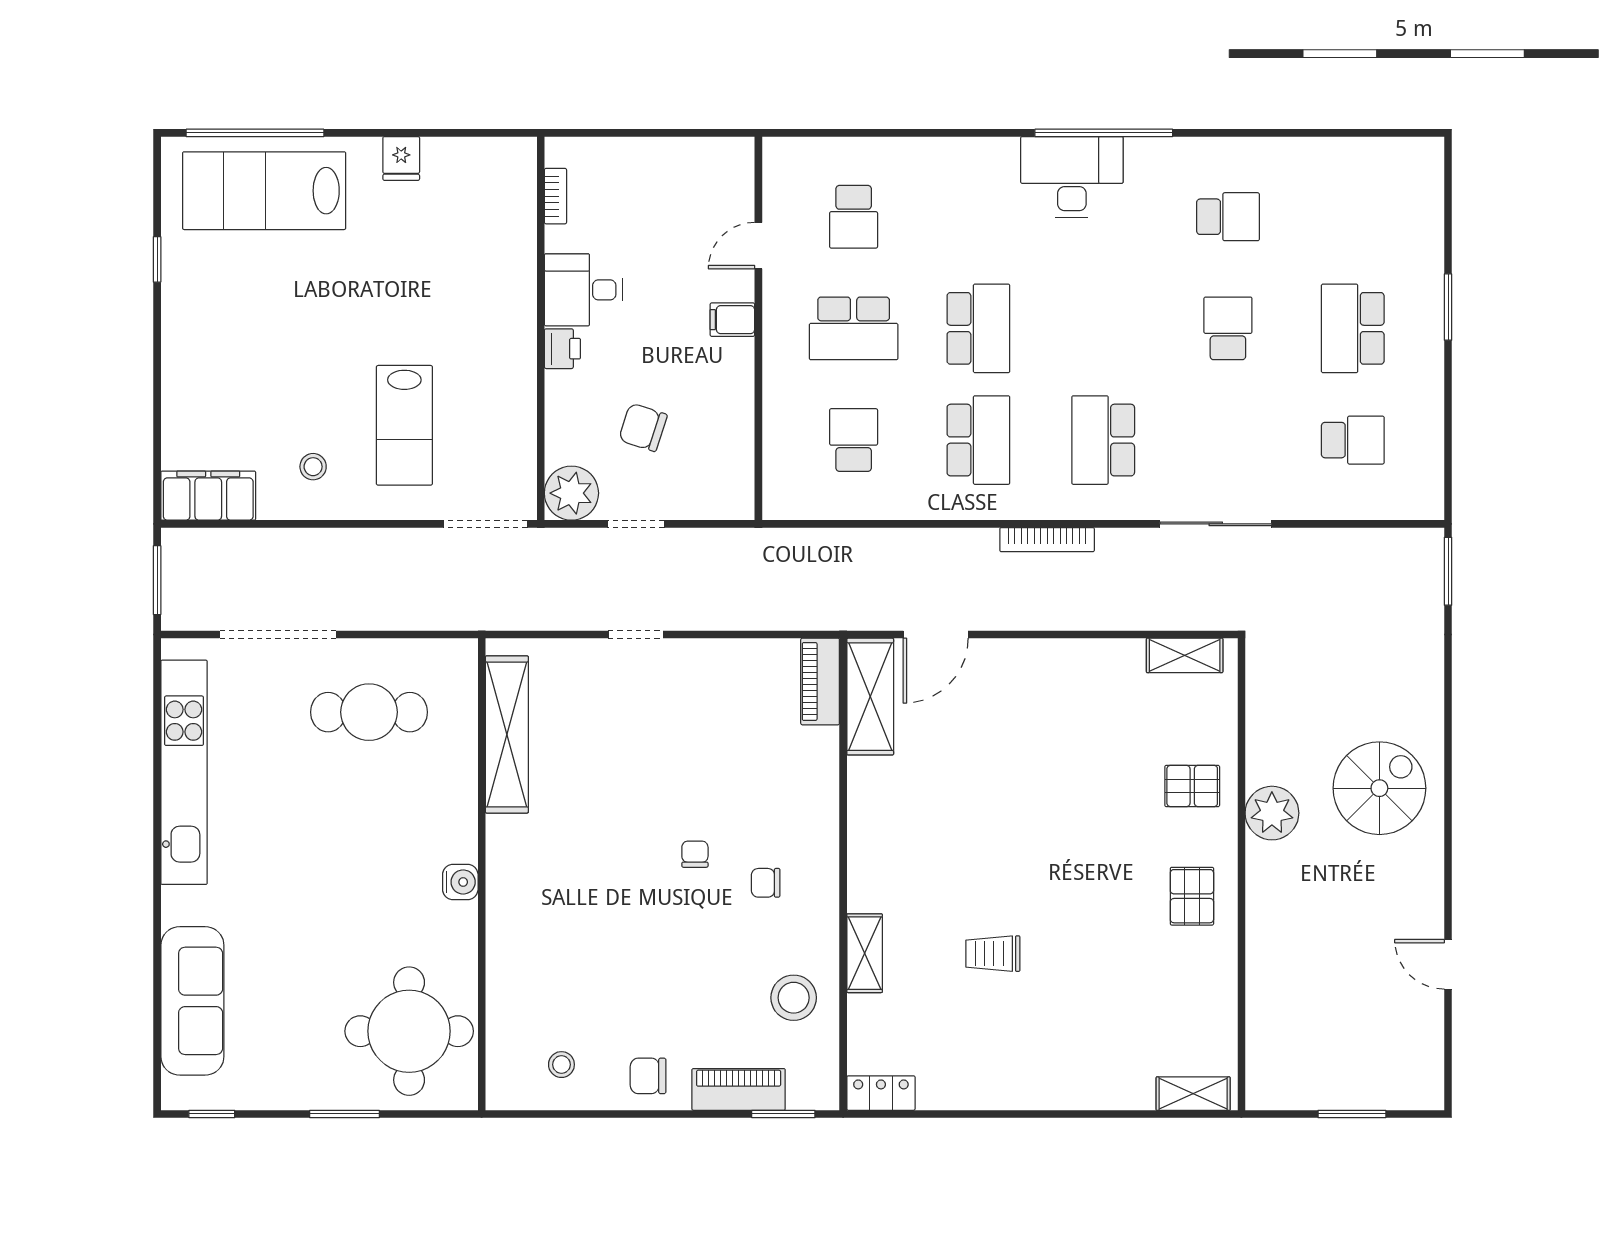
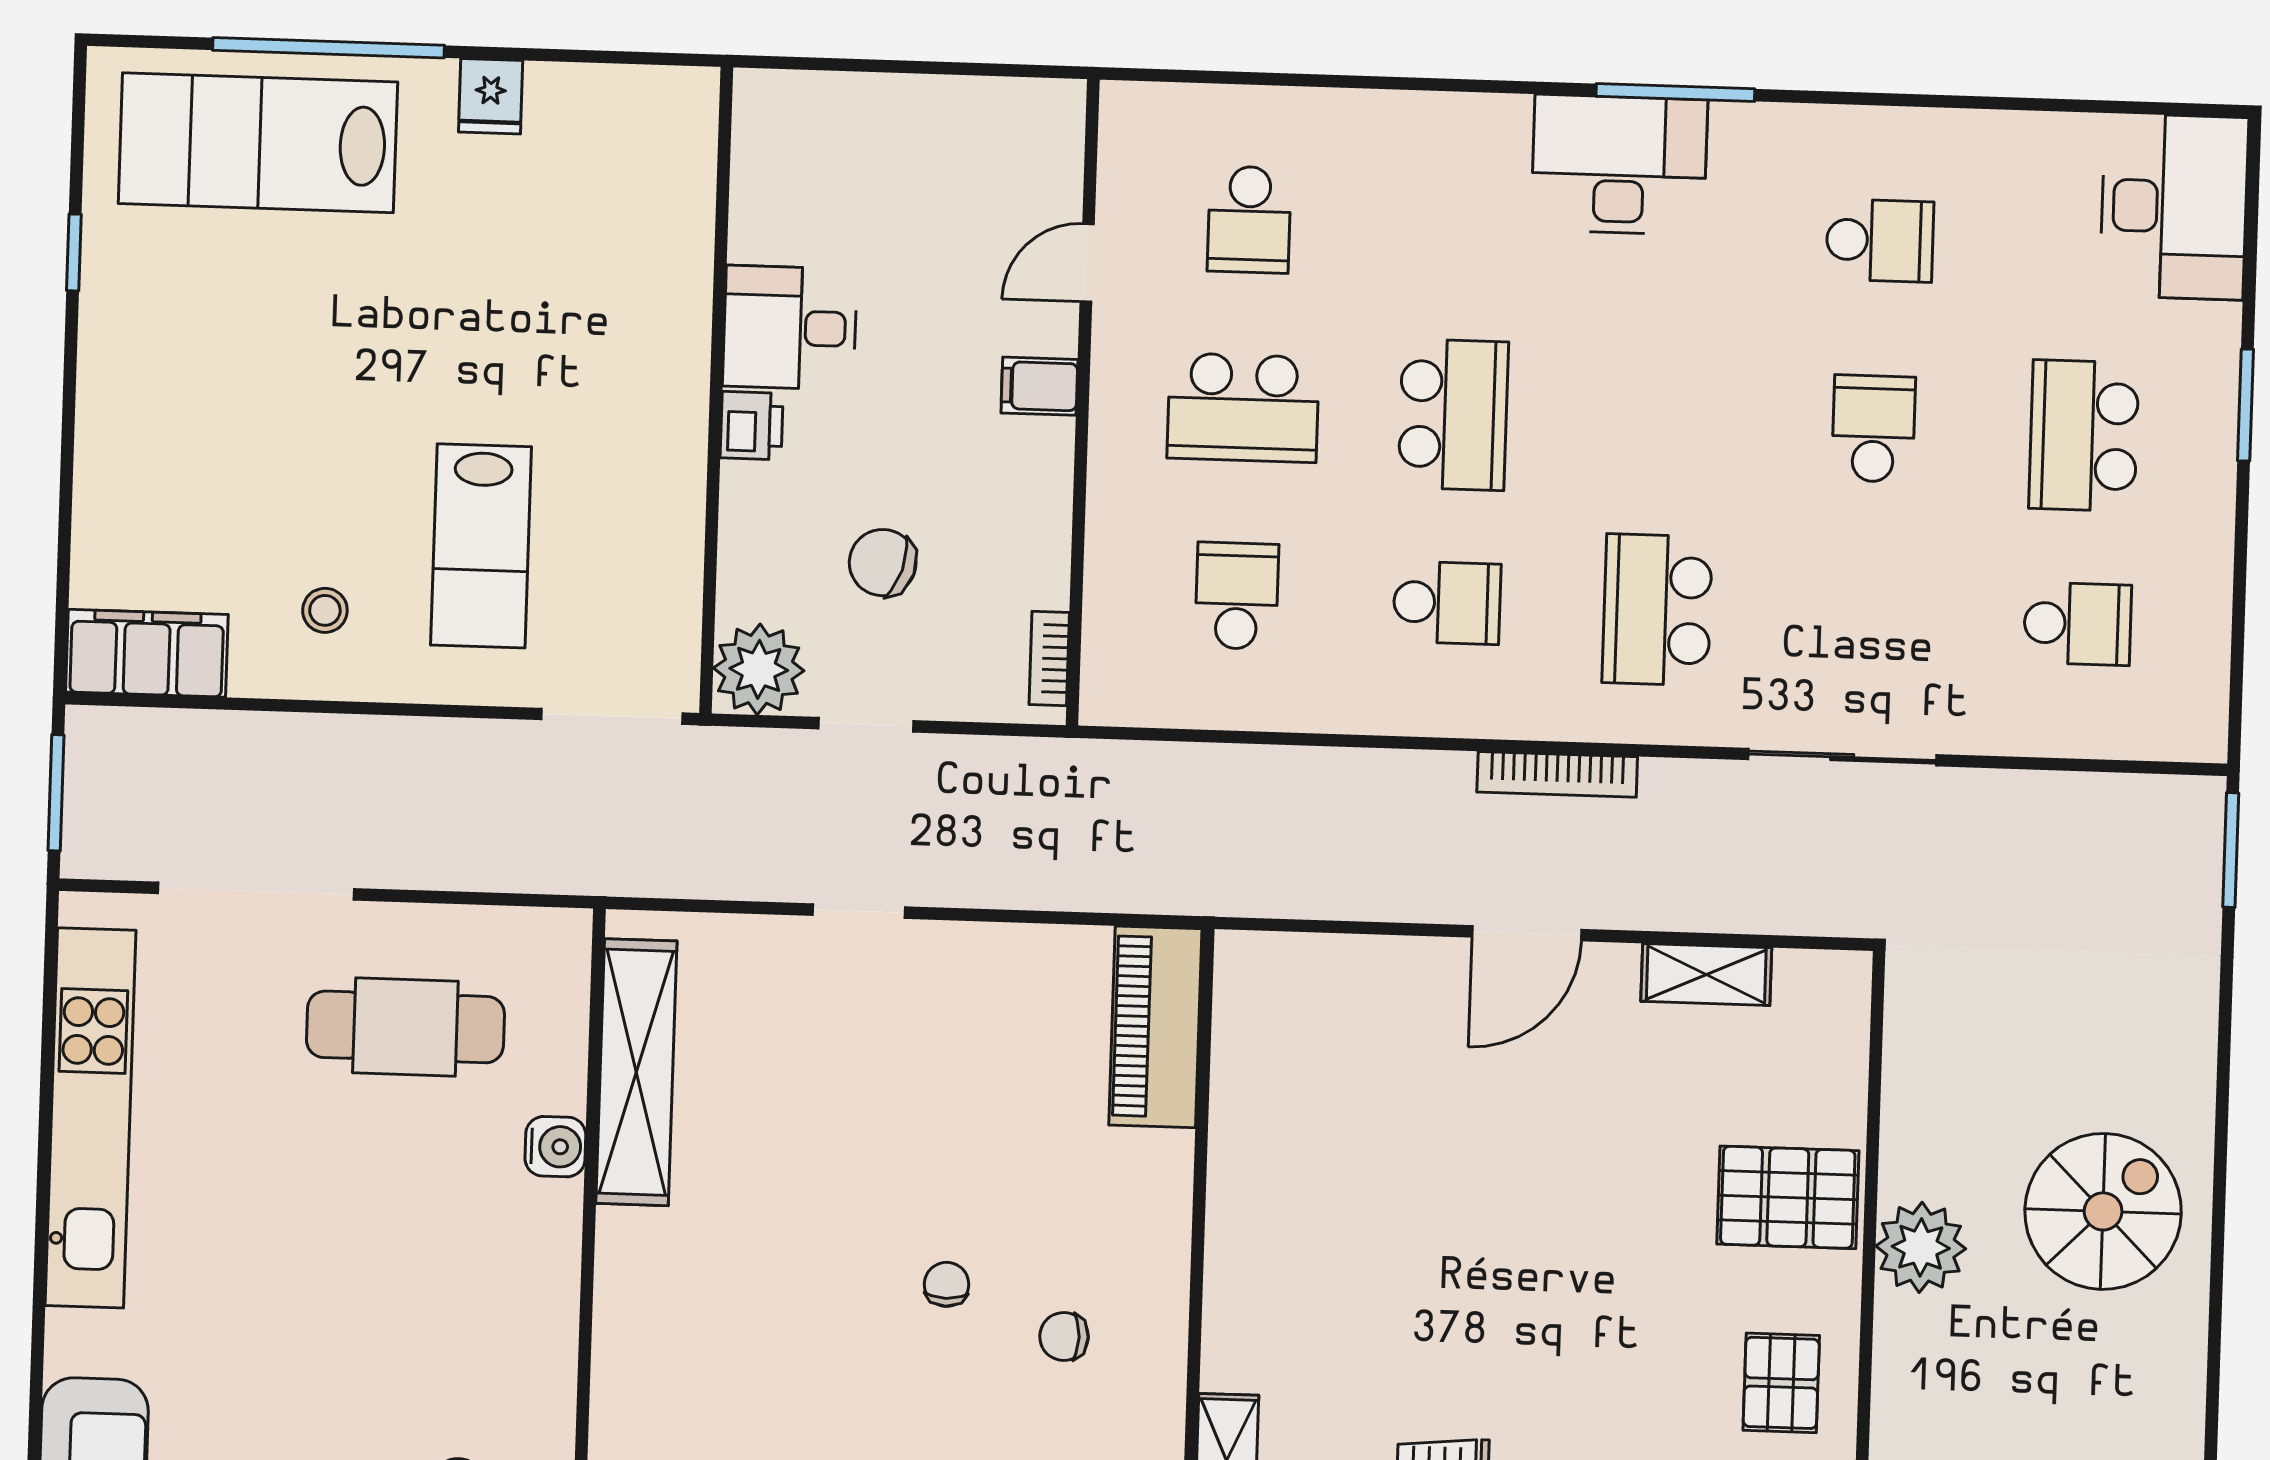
window: (255, 133) -> (328, 48), moved
window: (1104, 133) -> (1675, 92), width x0.68
desk: (1402, 191) -> (2174, 207), added
bookcase: (555, 196) -> (1049, 658), moved, turned 180
school desk: (978, 440) -> (1447, 603), width x0.54
door: (936, 635) -> (1527, 933), moved
shelving: (1185, 655) -> (1706, 974), moved
piano: (820, 681) -> (1155, 1027), width x1.37, depth x1.33
shelving: (870, 697) -> (1250, 1029), removed
pallet: (1192, 786) -> (1788, 1197), width x1.50, depth x1.42
water cooler: (460, 882) -> (555, 1147), moved

